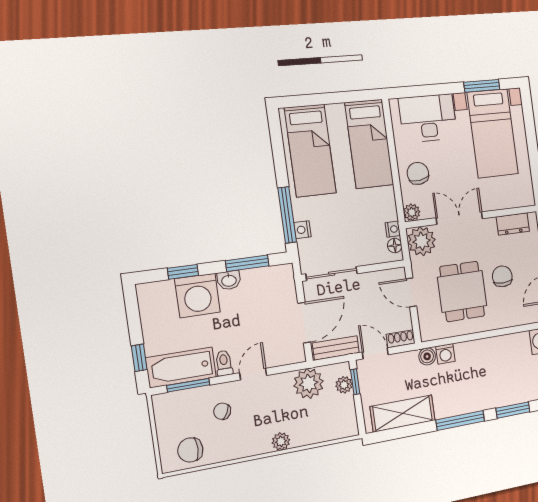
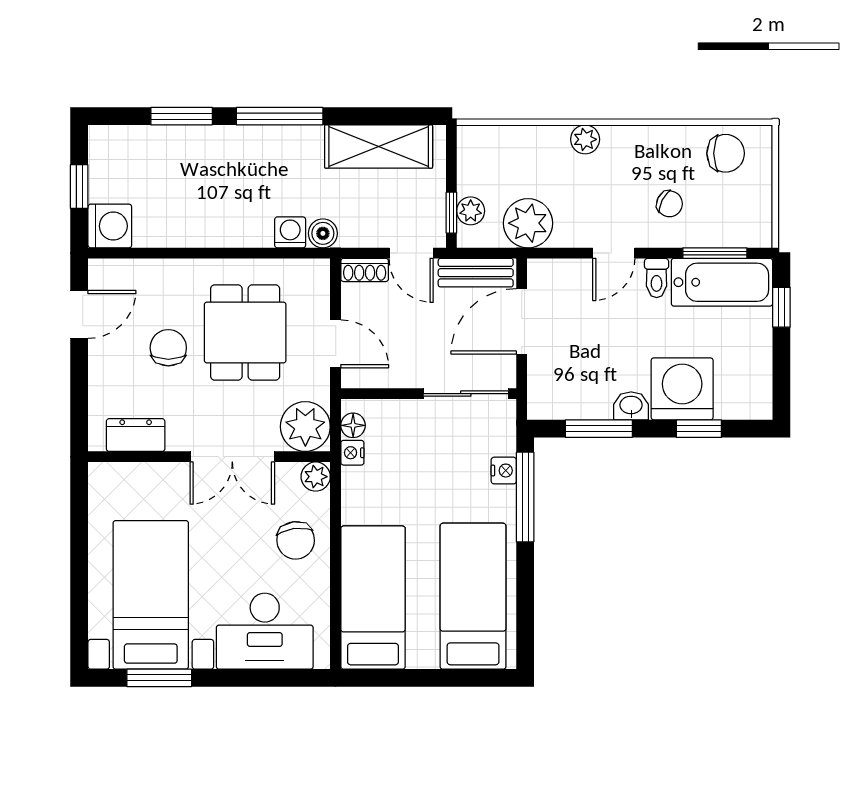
chair: (502, 276) -> (168, 348), turned 180

